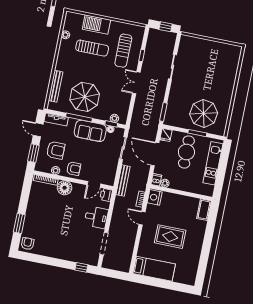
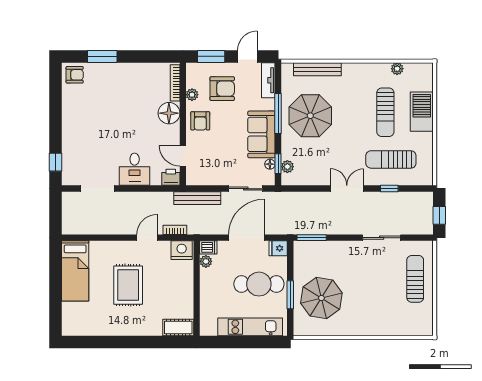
sun lounger: (203, 50) -> (415, 279), added
armchair: (56, 150) -> (222, 89), turned -90

